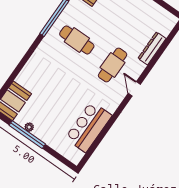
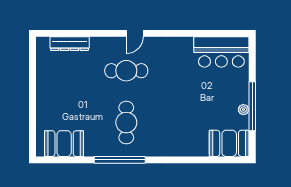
dresser: (152, 48) -> (70, 44), moved
bar counter: (88, 127) -> (221, 52), moved

